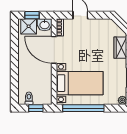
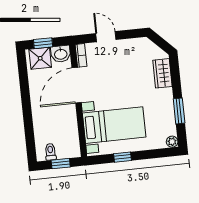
door: (54, 50) -> (76, 85), hinge flipped
window: (83, 108) -> (122, 157), width x0.32

